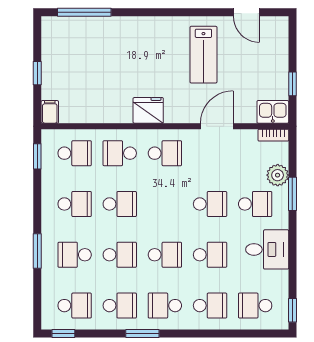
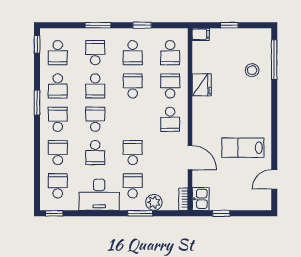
stool: (98, 42) -> (252, 70), added
fridge: (148, 110) -> (202, 85), moved
window: (37, 156) -> (142, 25), moved
school desk: (120, 204) -> (133, 86), turned 180
school desk: (210, 204) -> (133, 153), turned 180
school desk: (255, 204) -> (133, 186), turned 180
desk: (267, 249) -> (99, 195), width x1.37
school desk: (165, 255) -> (95, 119), turned 180
school desk: (210, 306) -> (58, 153), turned 180

